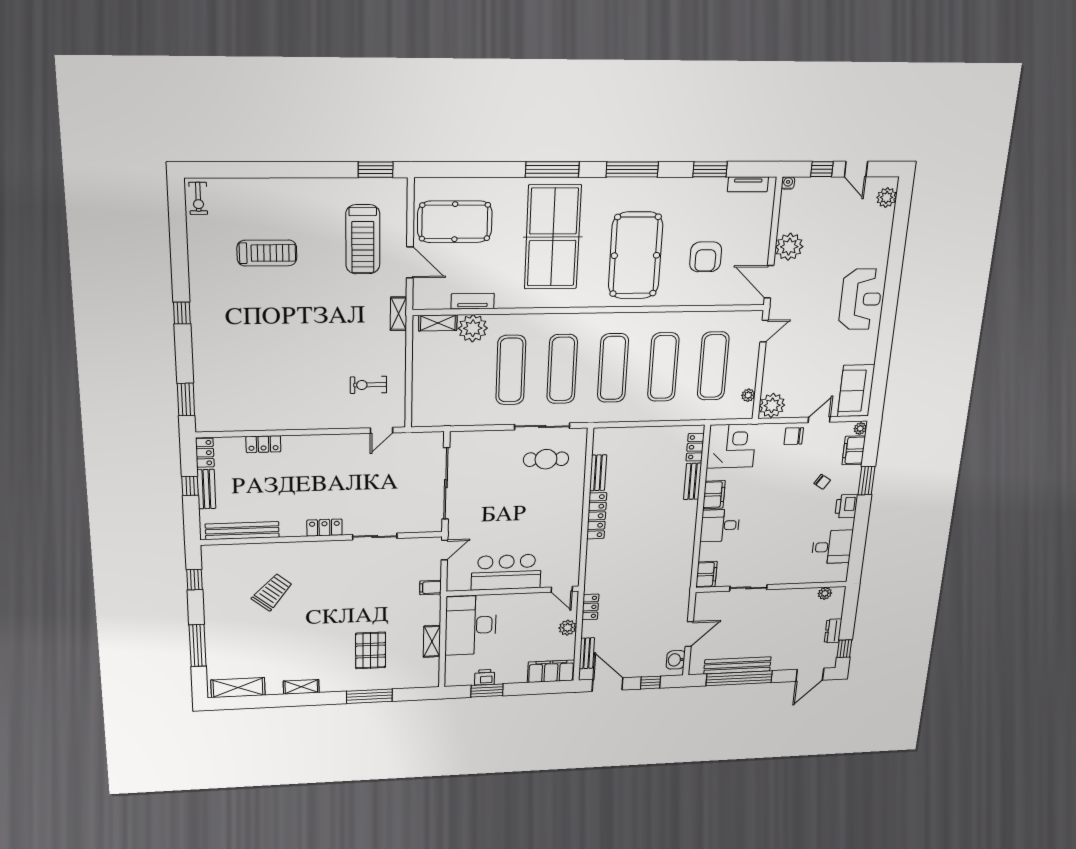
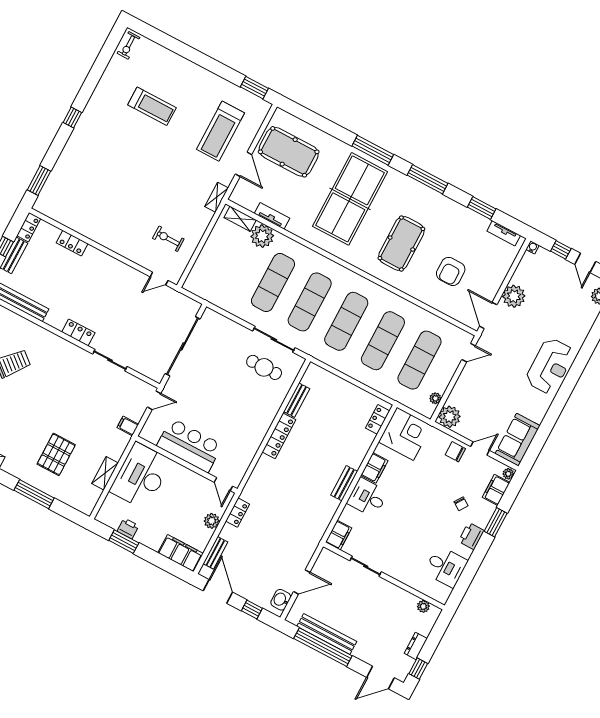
pool table: (635, 255) -> (401, 244), width x0.73, depth x0.76
bench: (693, 481) -> (344, 483), moved

